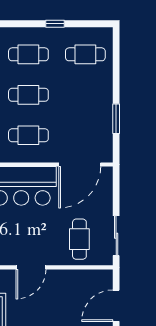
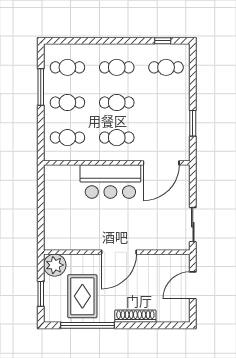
window: (55, 24) -> (163, 41), moved
cafe table: (79, 239) -> (161, 228), removed
door: (31, 267) -> (119, 252), width x1.36

